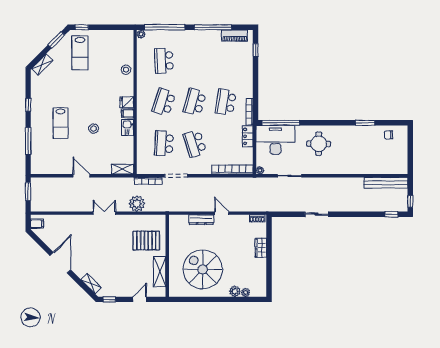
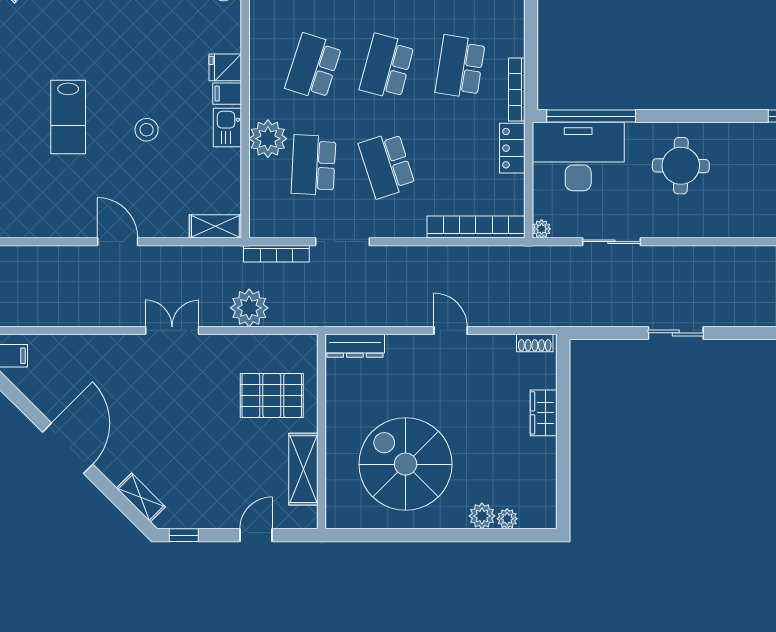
plant: (145, 132) -> (268, 139), added
dresser: (201, 220) -> (355, 346), moved

